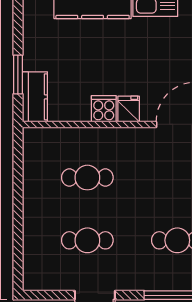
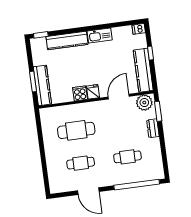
kitchen counter: (35, 97) -> (42, 85), width x1.50
cafe table: (87, 178) -> (76, 130), width x1.37, depth x1.35

